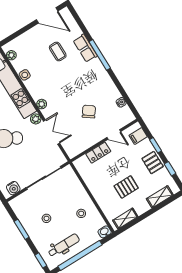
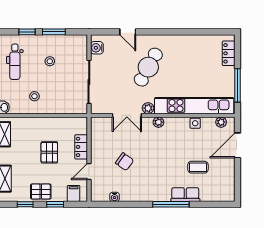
door: (47, 15) -> (238, 145), moved
pallet: (126, 187) -> (49, 152), moved
window: (41, 260) -> (27, 32), moved

